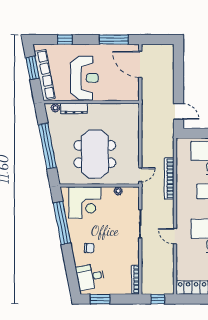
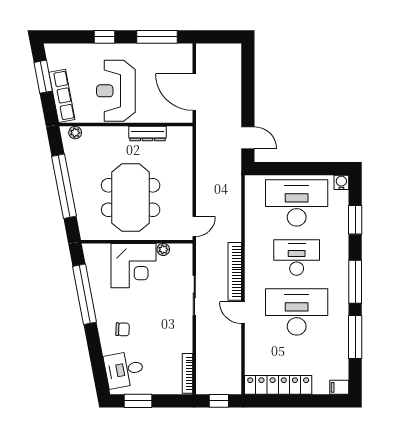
window: (65, 40) -> (105, 37), moved
door: (140, 64) -> (194, 92), moved
row of seats: (45, 75) -> (62, 96), width x0.73
reception desk: (84, 78) -> (116, 91), turned 180
dresser: (74, 108) -> (148, 134), moved
bookcase: (169, 178) -> (235, 271), moved
corner desk: (85, 203) -> (134, 266), moved

